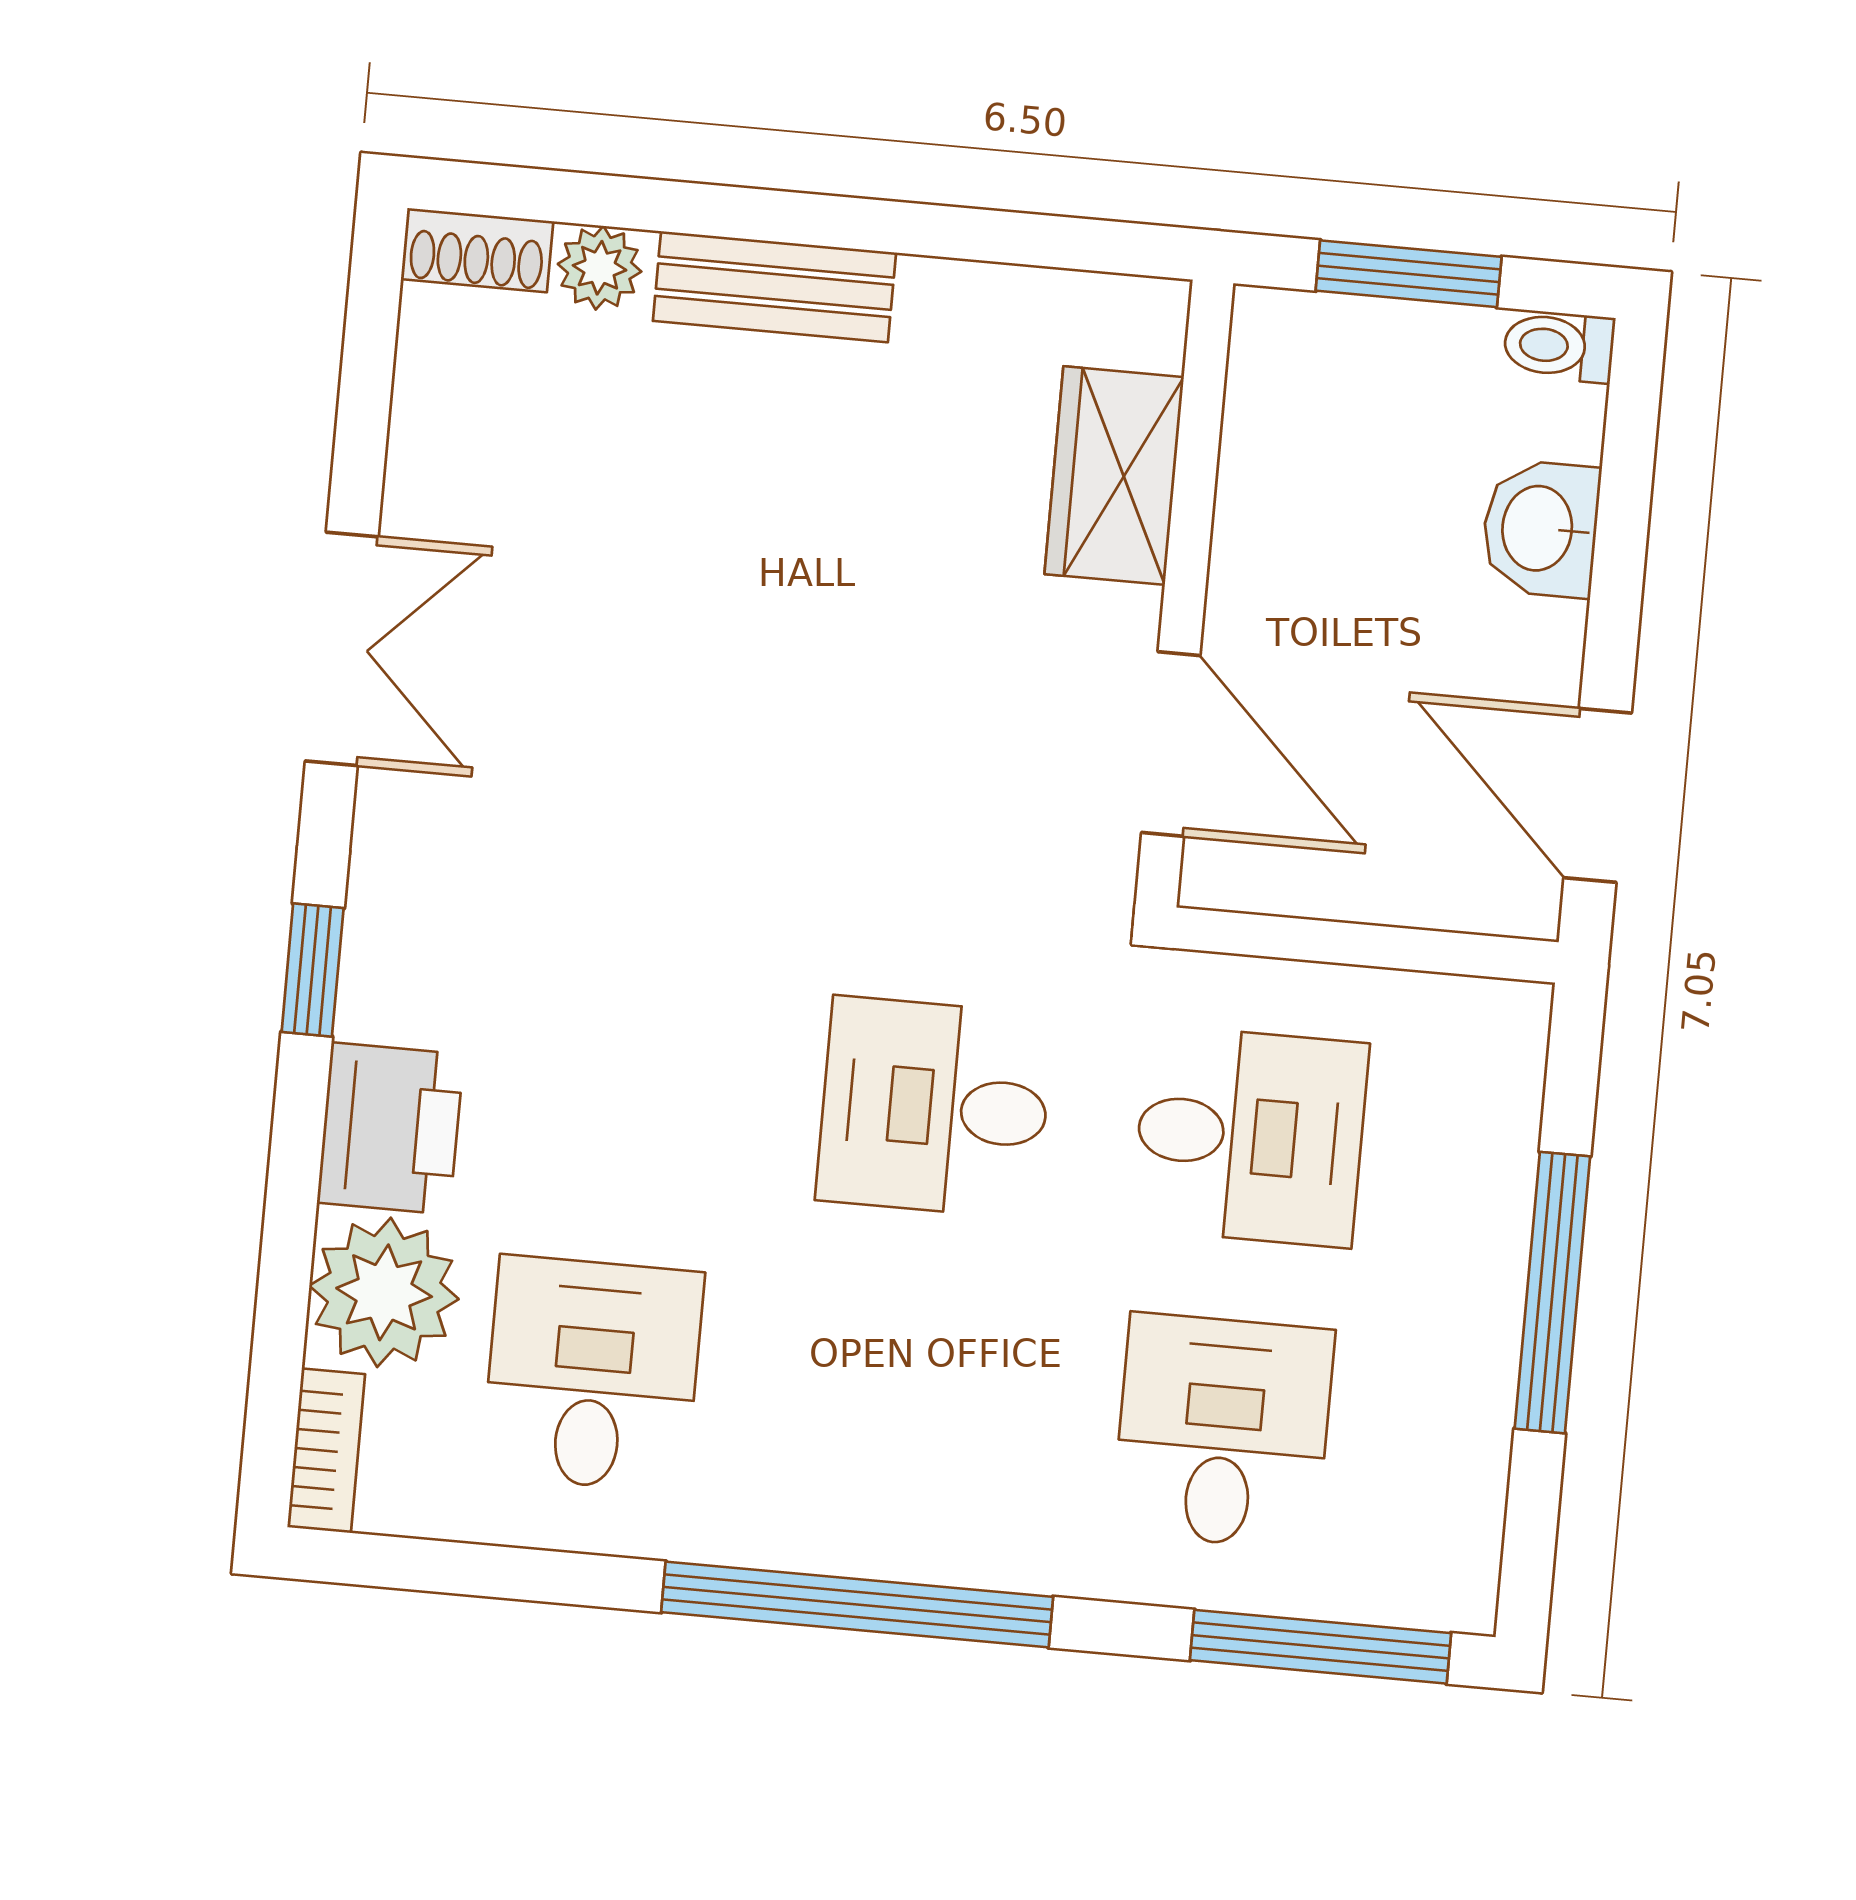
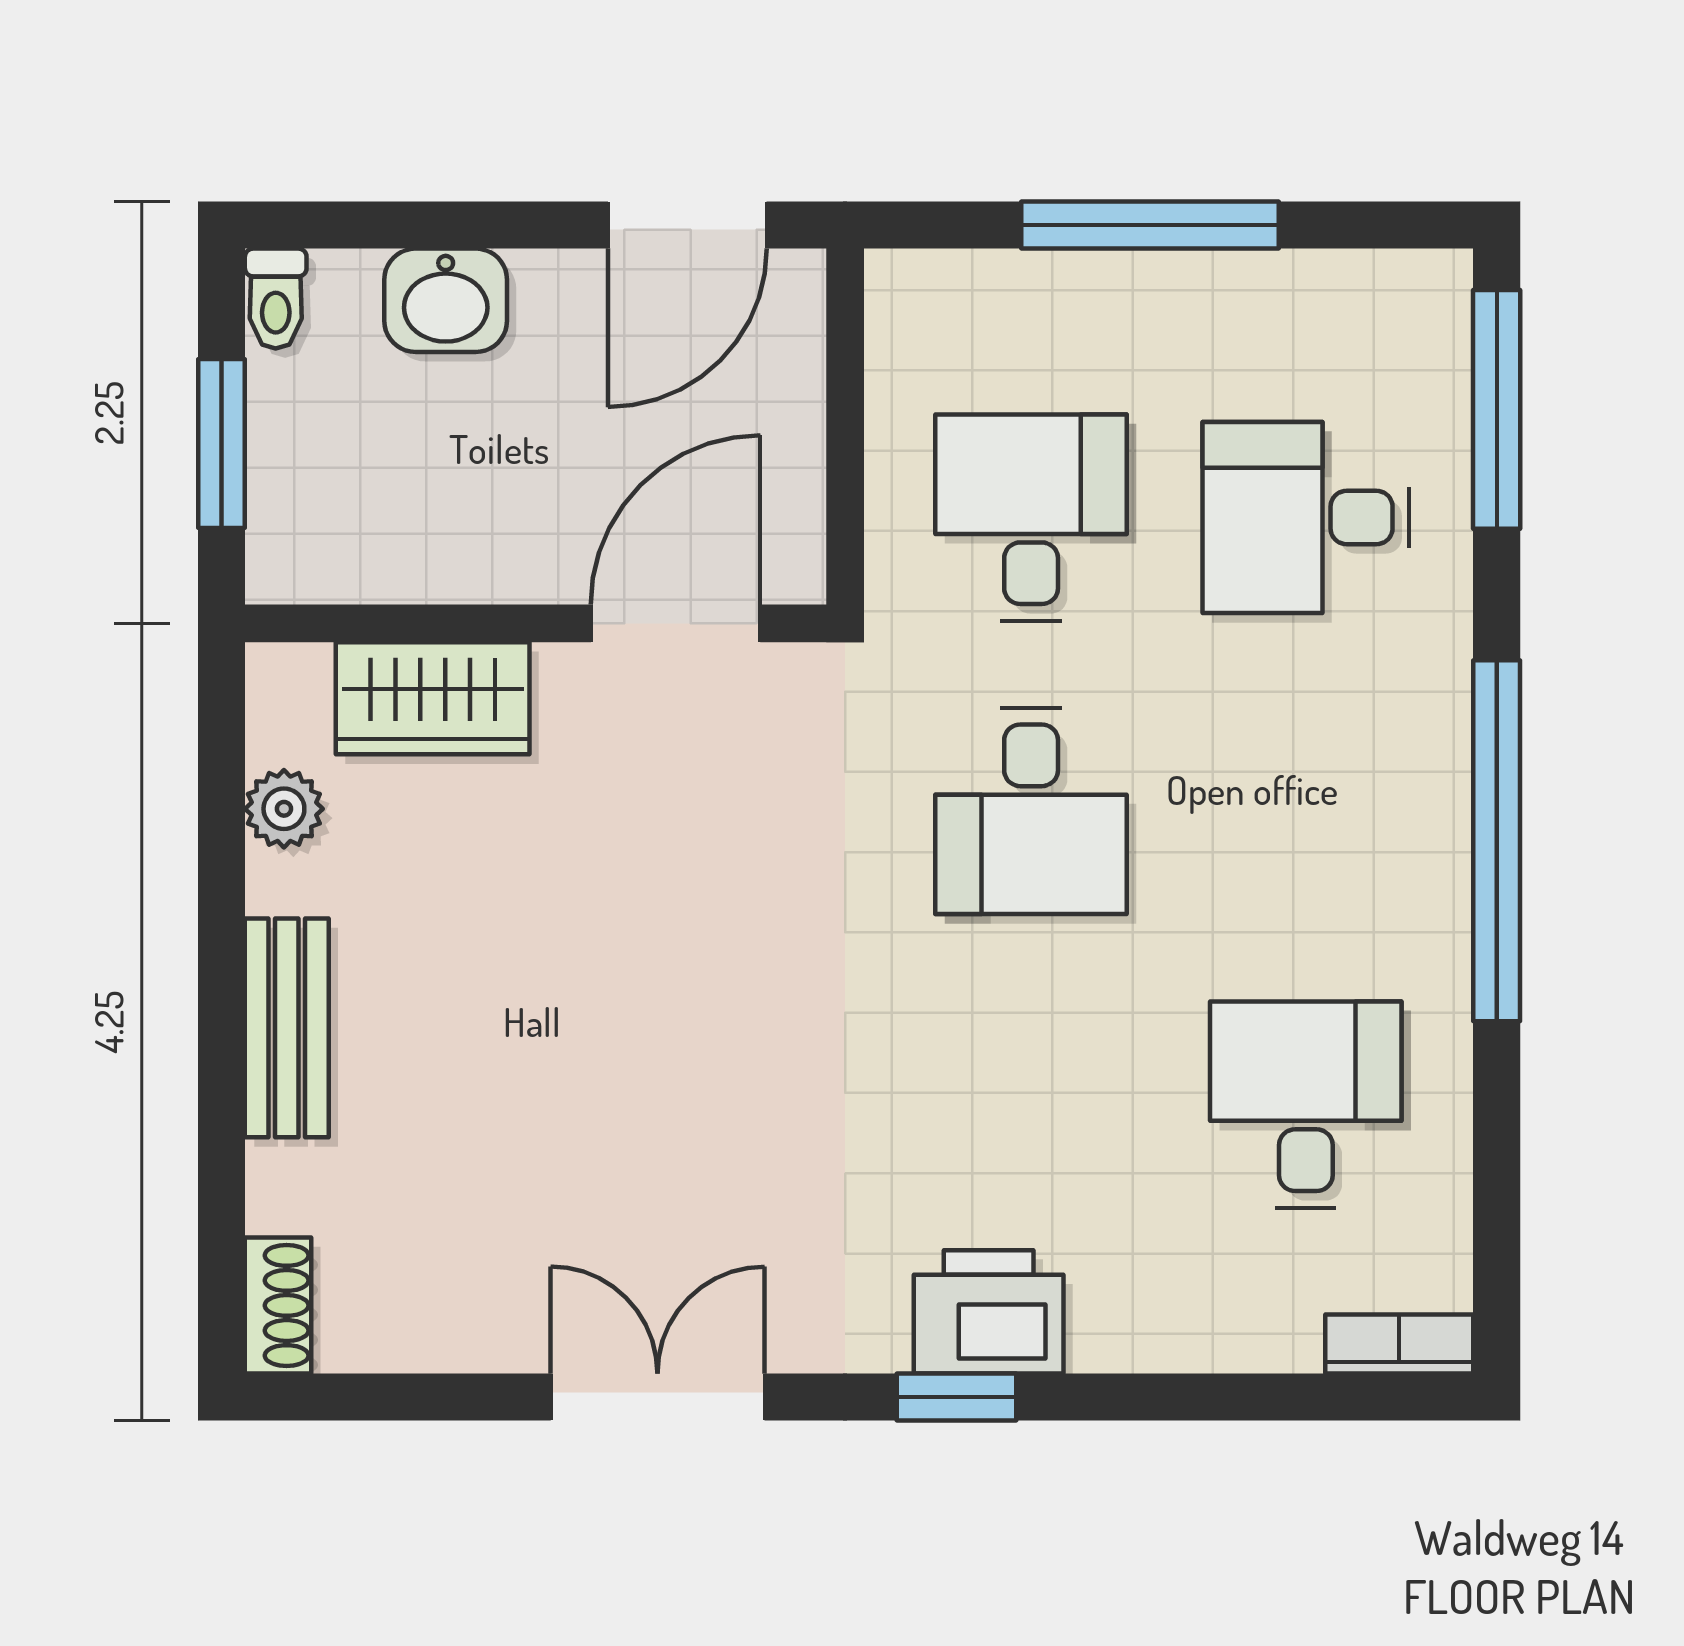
plant: (600, 268) -> (284, 809), moved
printer: (390, 1128) -> (989, 1312), moved
plant: (384, 1292) -> (1248, 1304), removed
desk: (593, 1374) -> (1306, 1104), turned 90

